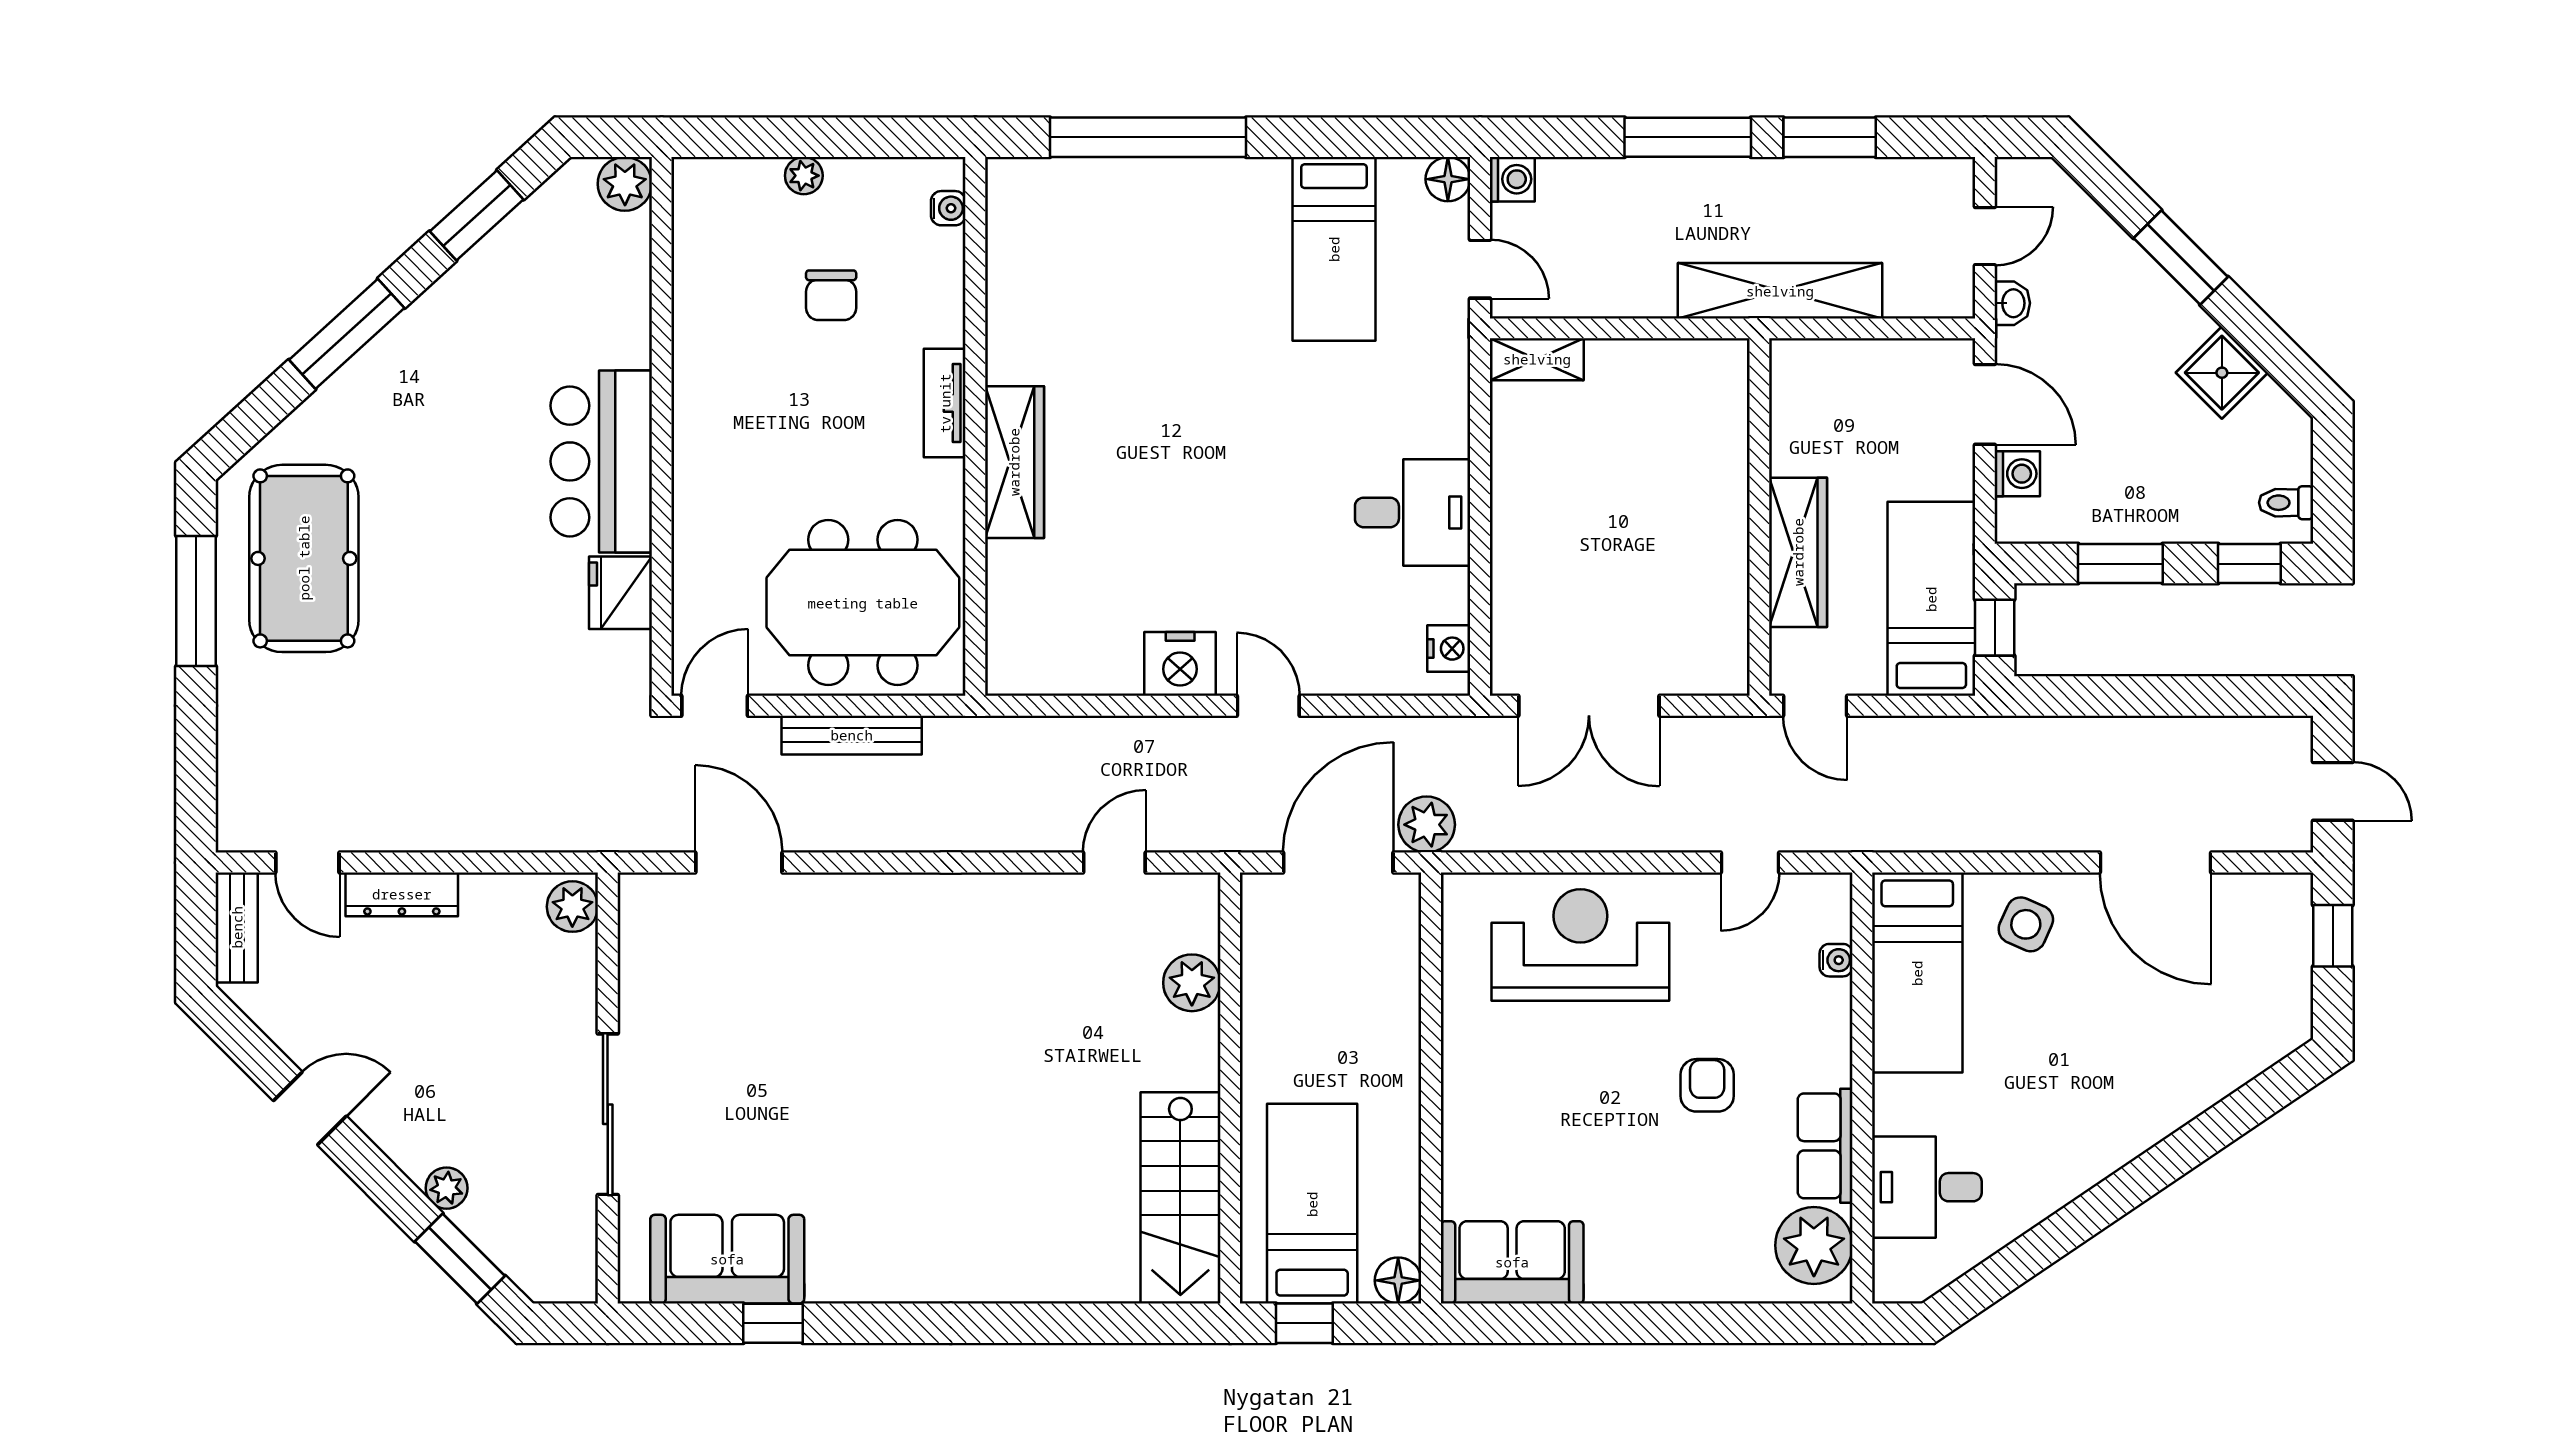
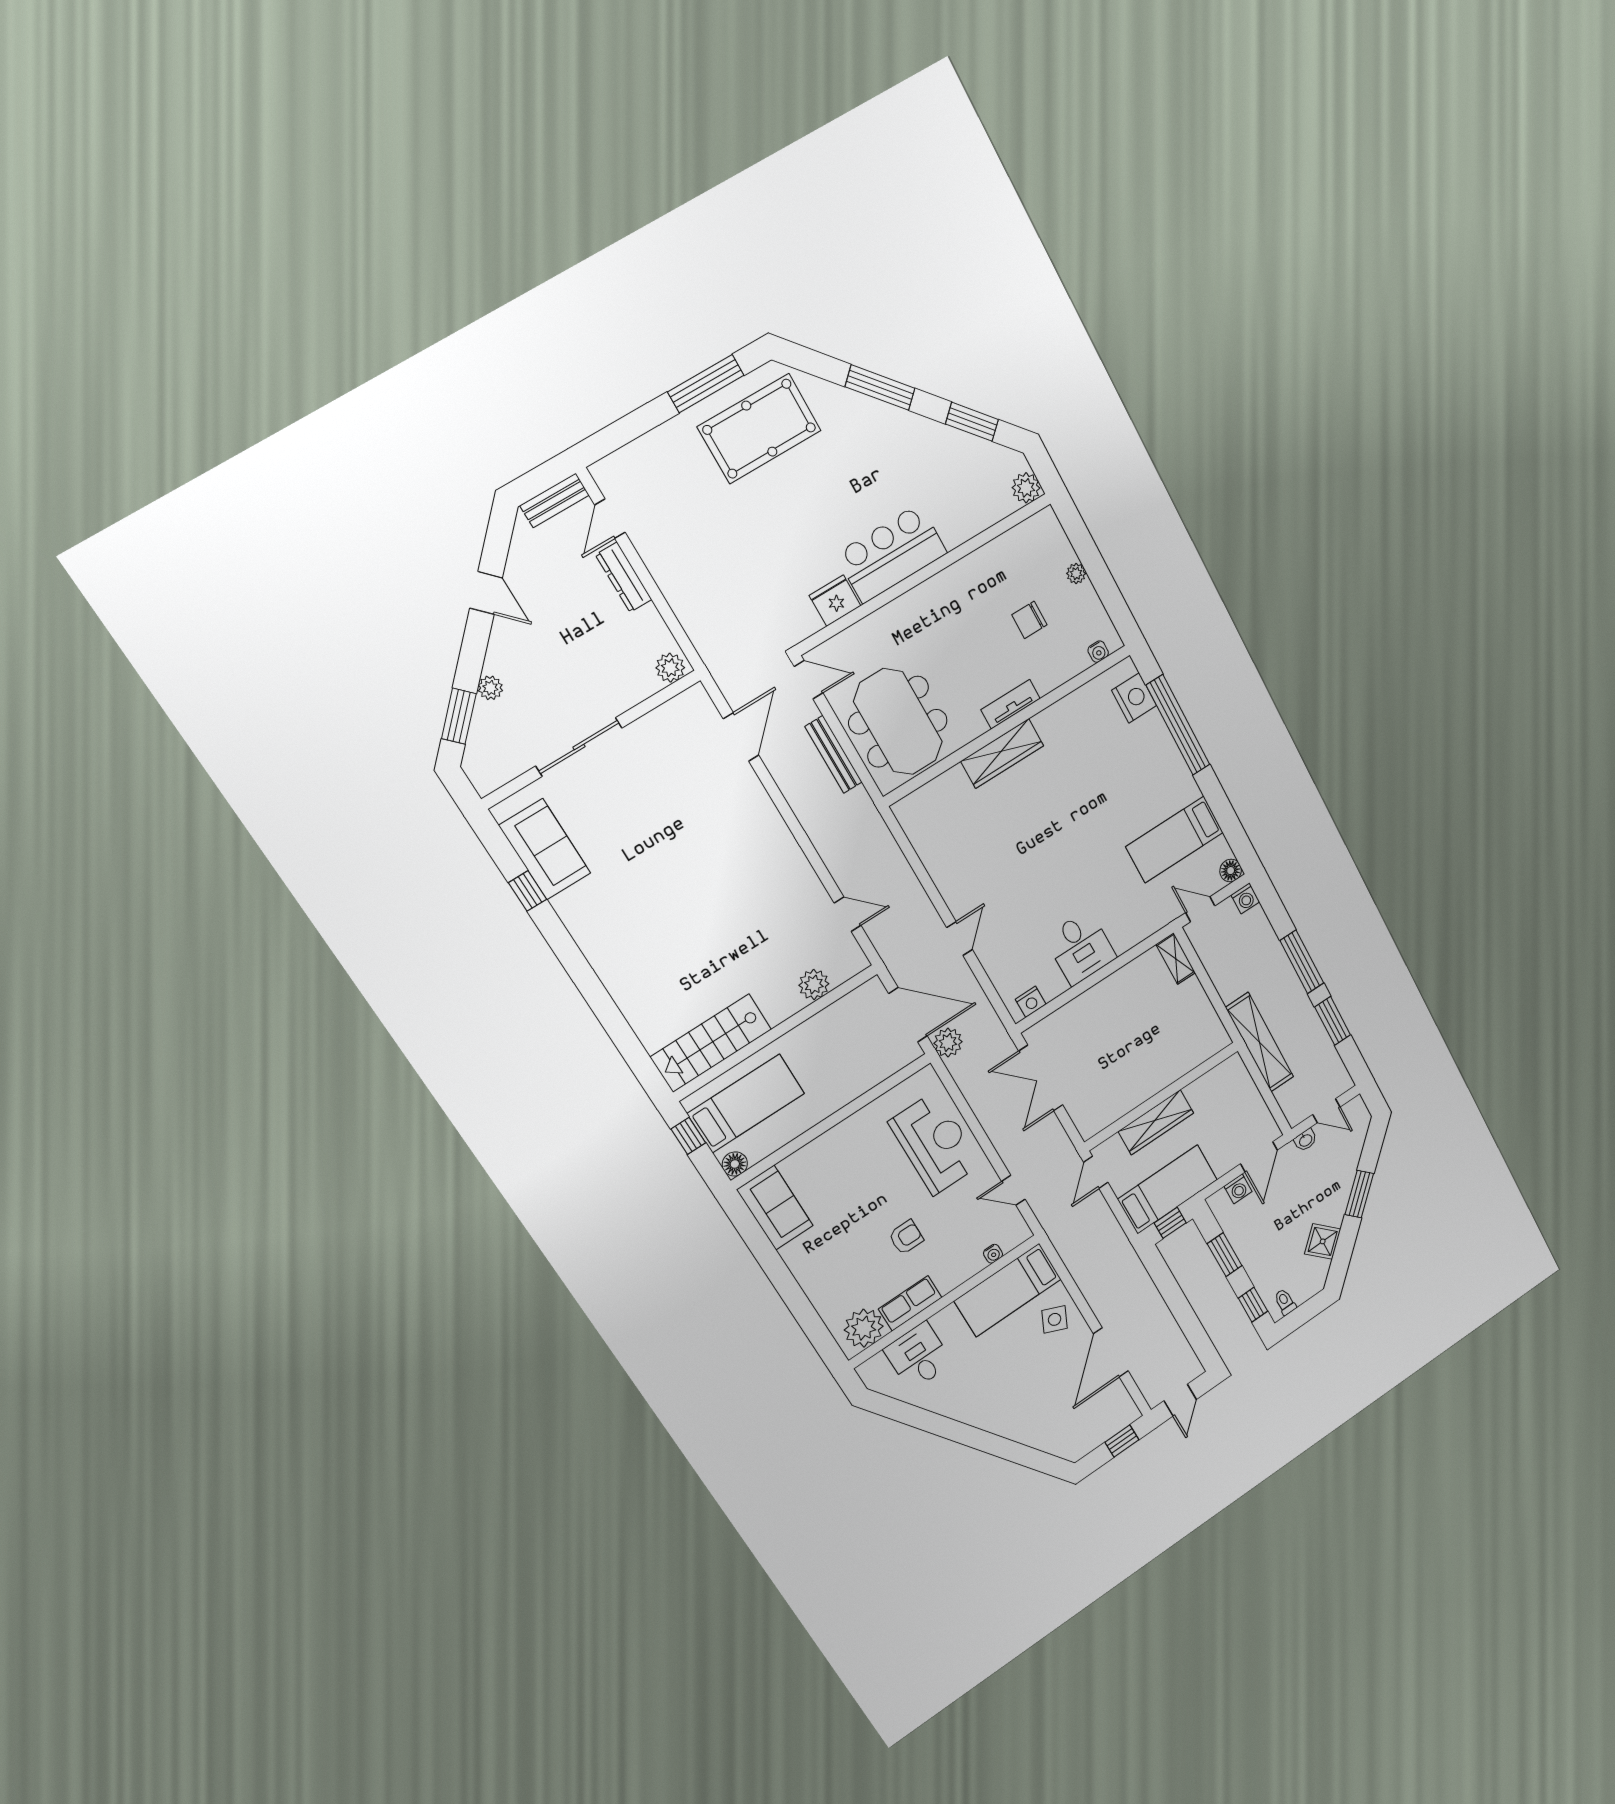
door: (1480, 269) -> (1200, 909), swing flipped
nightstand: (1180, 664) -> (1134, 698), moved, turned 180

